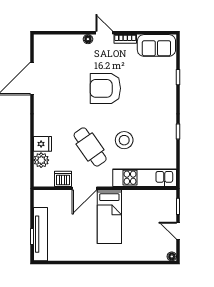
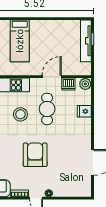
armchair: (105, 88) -> (35, 155), turned -90
cafe table: (90, 147) -> (47, 109), turned 35
plant: (41, 160) -> (85, 84), moved
bed: (109, 217) -> (20, 41), moved, turned 180

